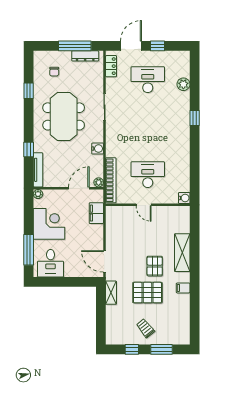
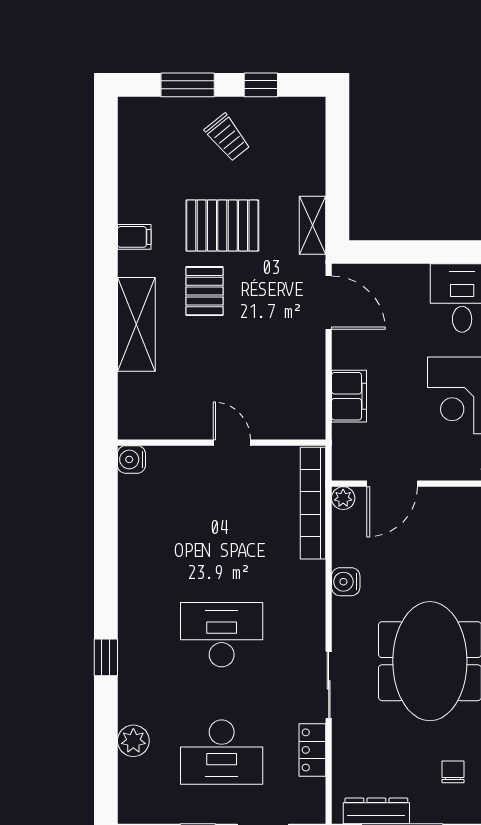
locker: (111, 66) -> (312, 750), moved
desk: (148, 175) -> (222, 635), moved, turned 180
filing cabinet: (96, 213) -> (349, 396), moved

